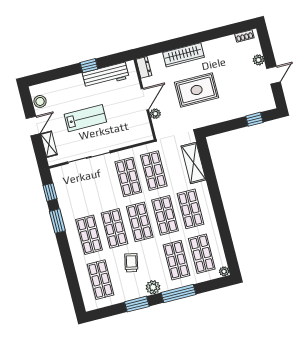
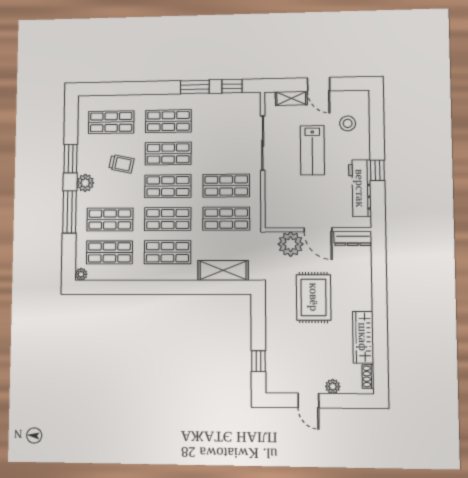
wardrobe: (183, 55) -> (363, 337), moved
dresser: (144, 67) -> (353, 238), width x1.44
stool: (40, 101) -> (348, 123), moved
plant: (155, 114) -> (291, 244), width x1.88, depth x1.88

